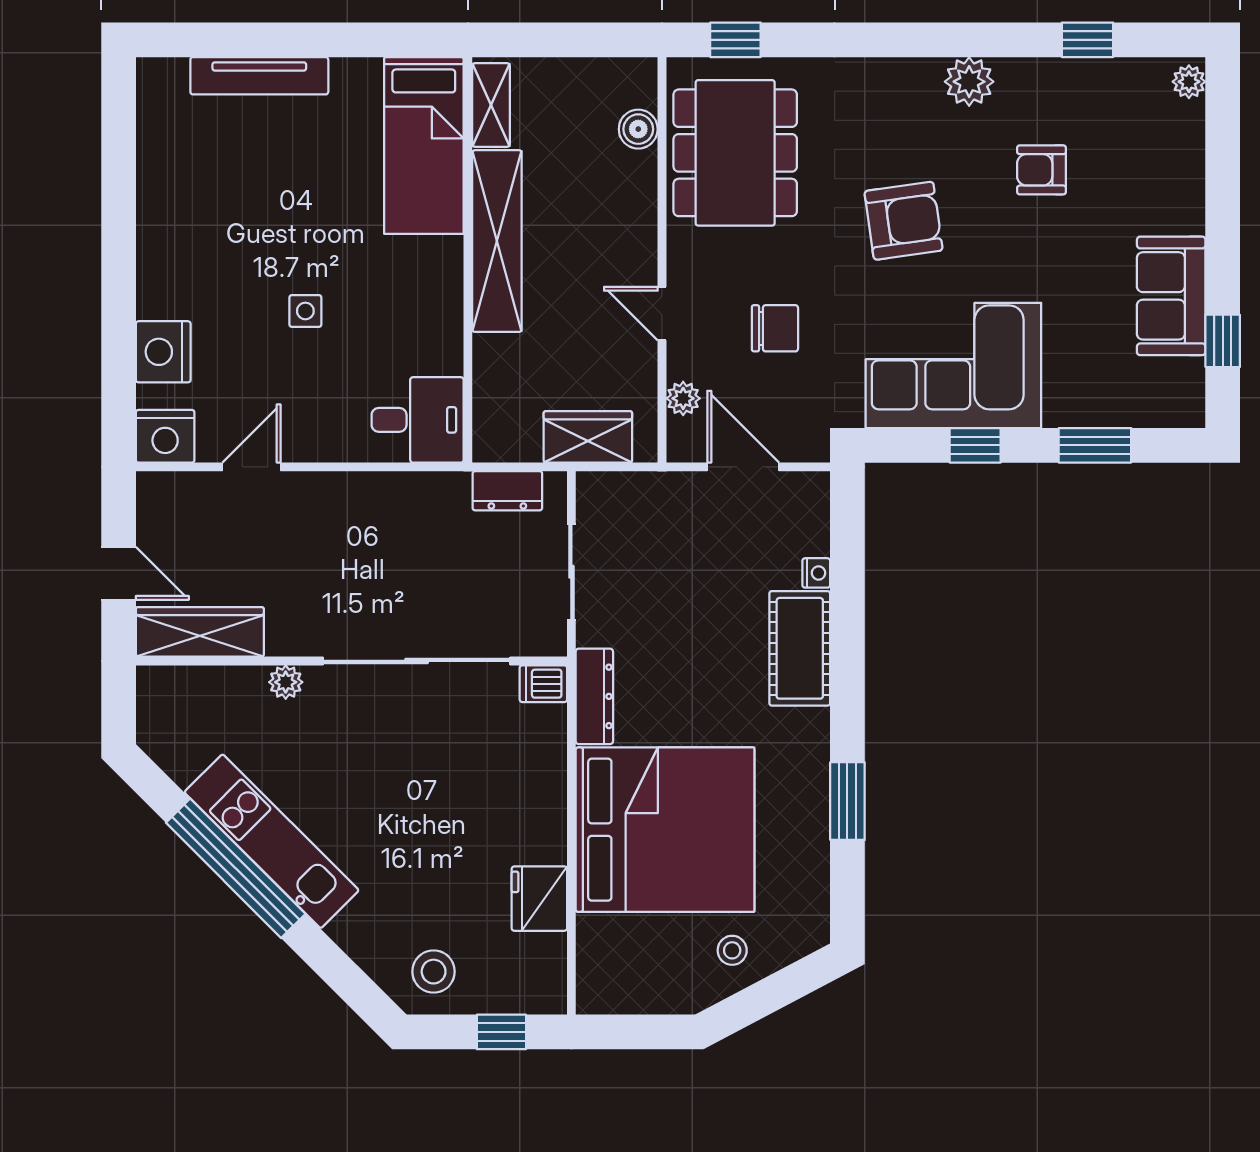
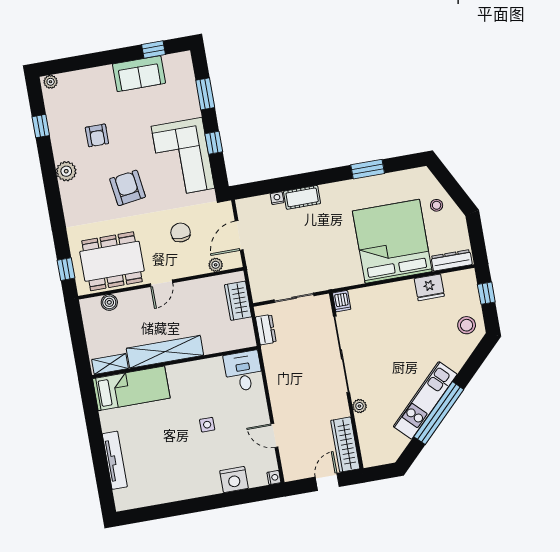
door: (662, 314) -> (161, 283), moved
nightstand: (165, 436) -> (274, 478), width x0.53, depth x0.56
cot: (800, 648) -> (302, 197), width x0.73, depth x0.75
dresser: (594, 696) -> (452, 260), moved

